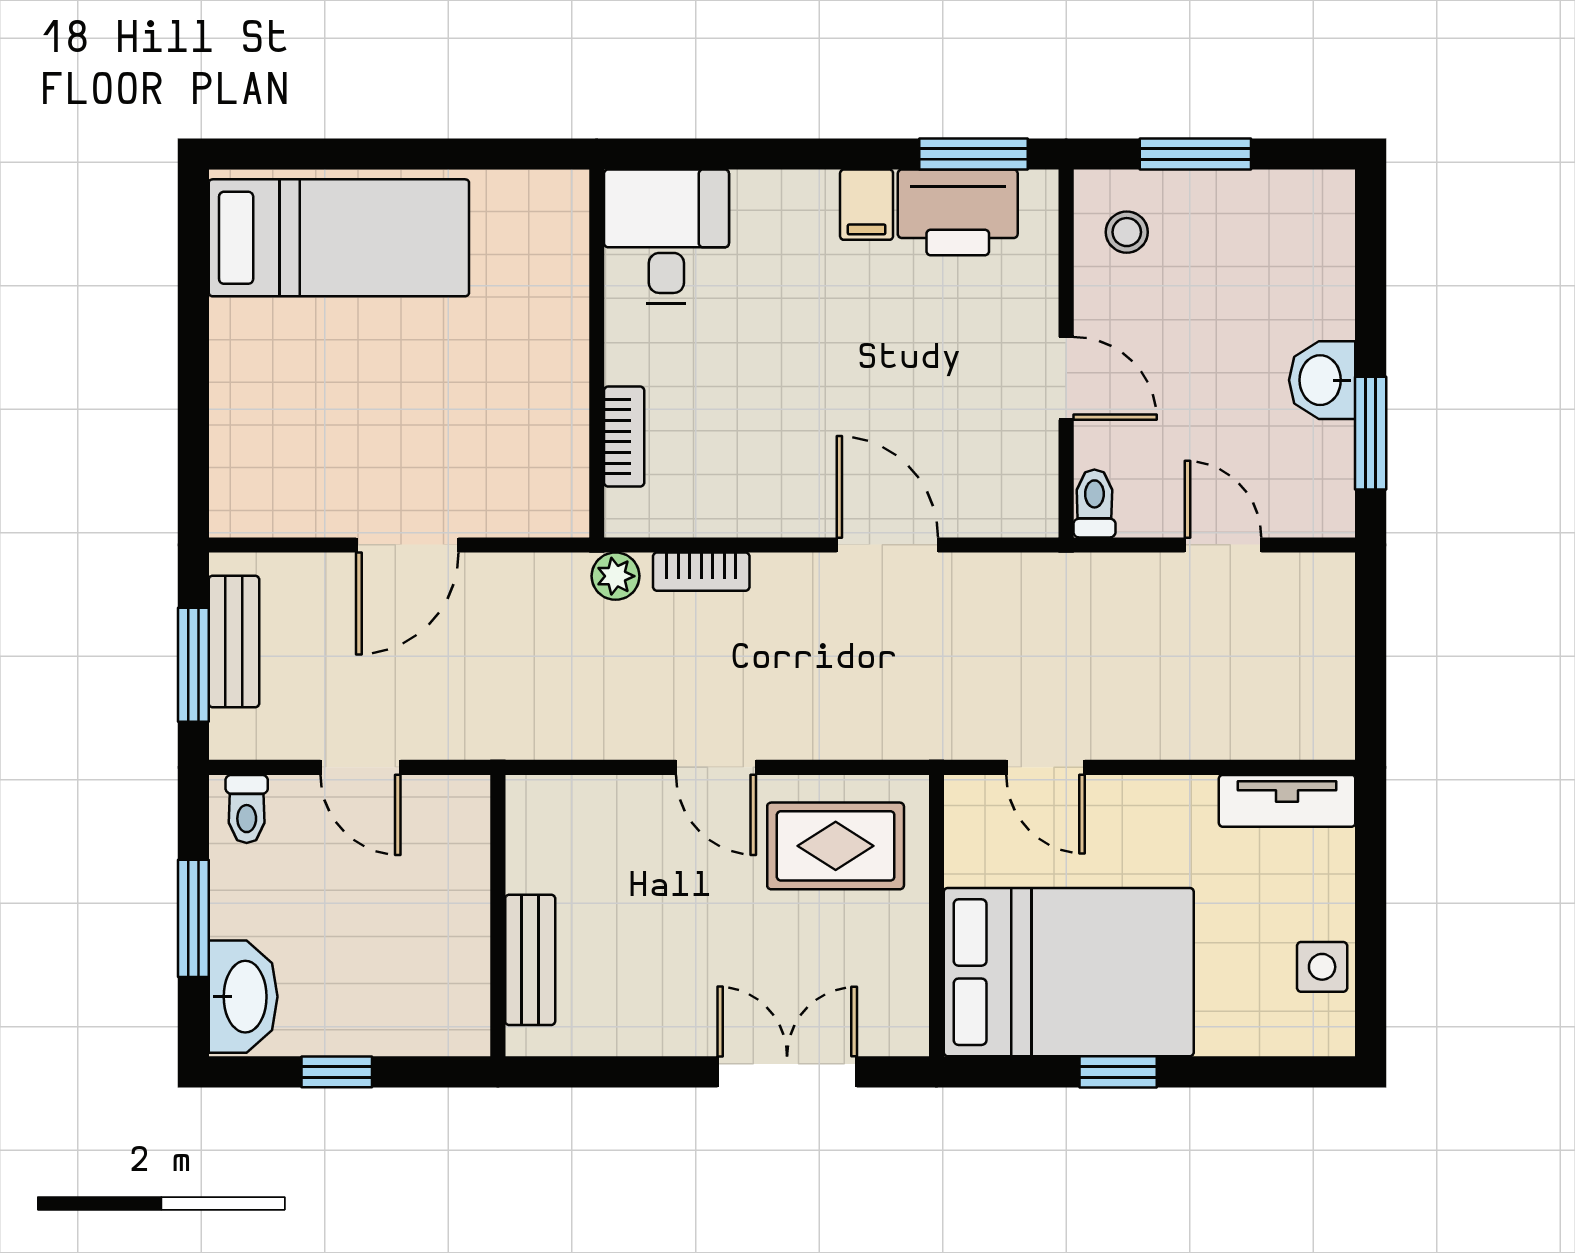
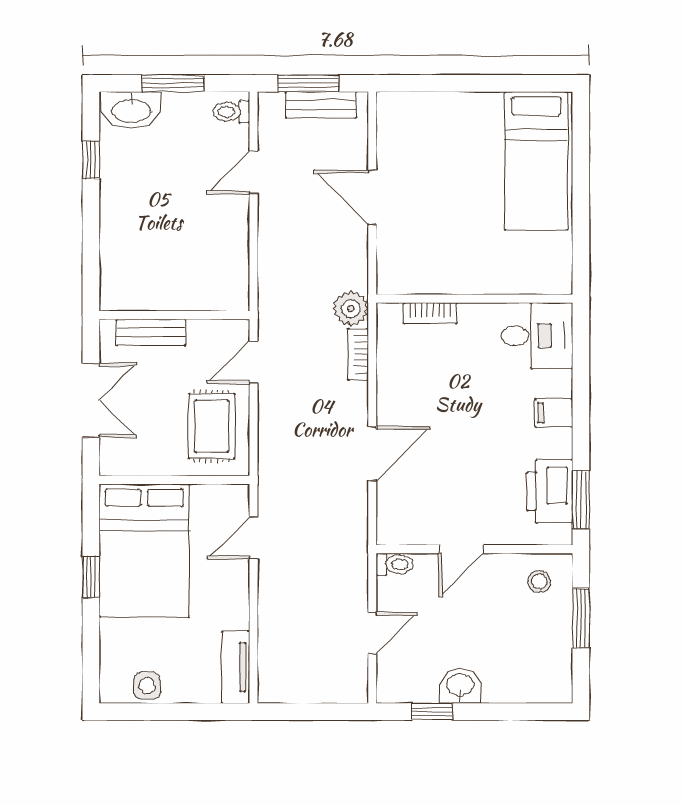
filing cabinet: (867, 205) -> (554, 413), moved
window: (1371, 433) -> (432, 712), width x0.67
plant: (616, 576) -> (351, 309), width x1.38, depth x1.38
wall: (498, 916) -> (174, 315), moved
bench: (530, 960) -> (151, 332), moved

